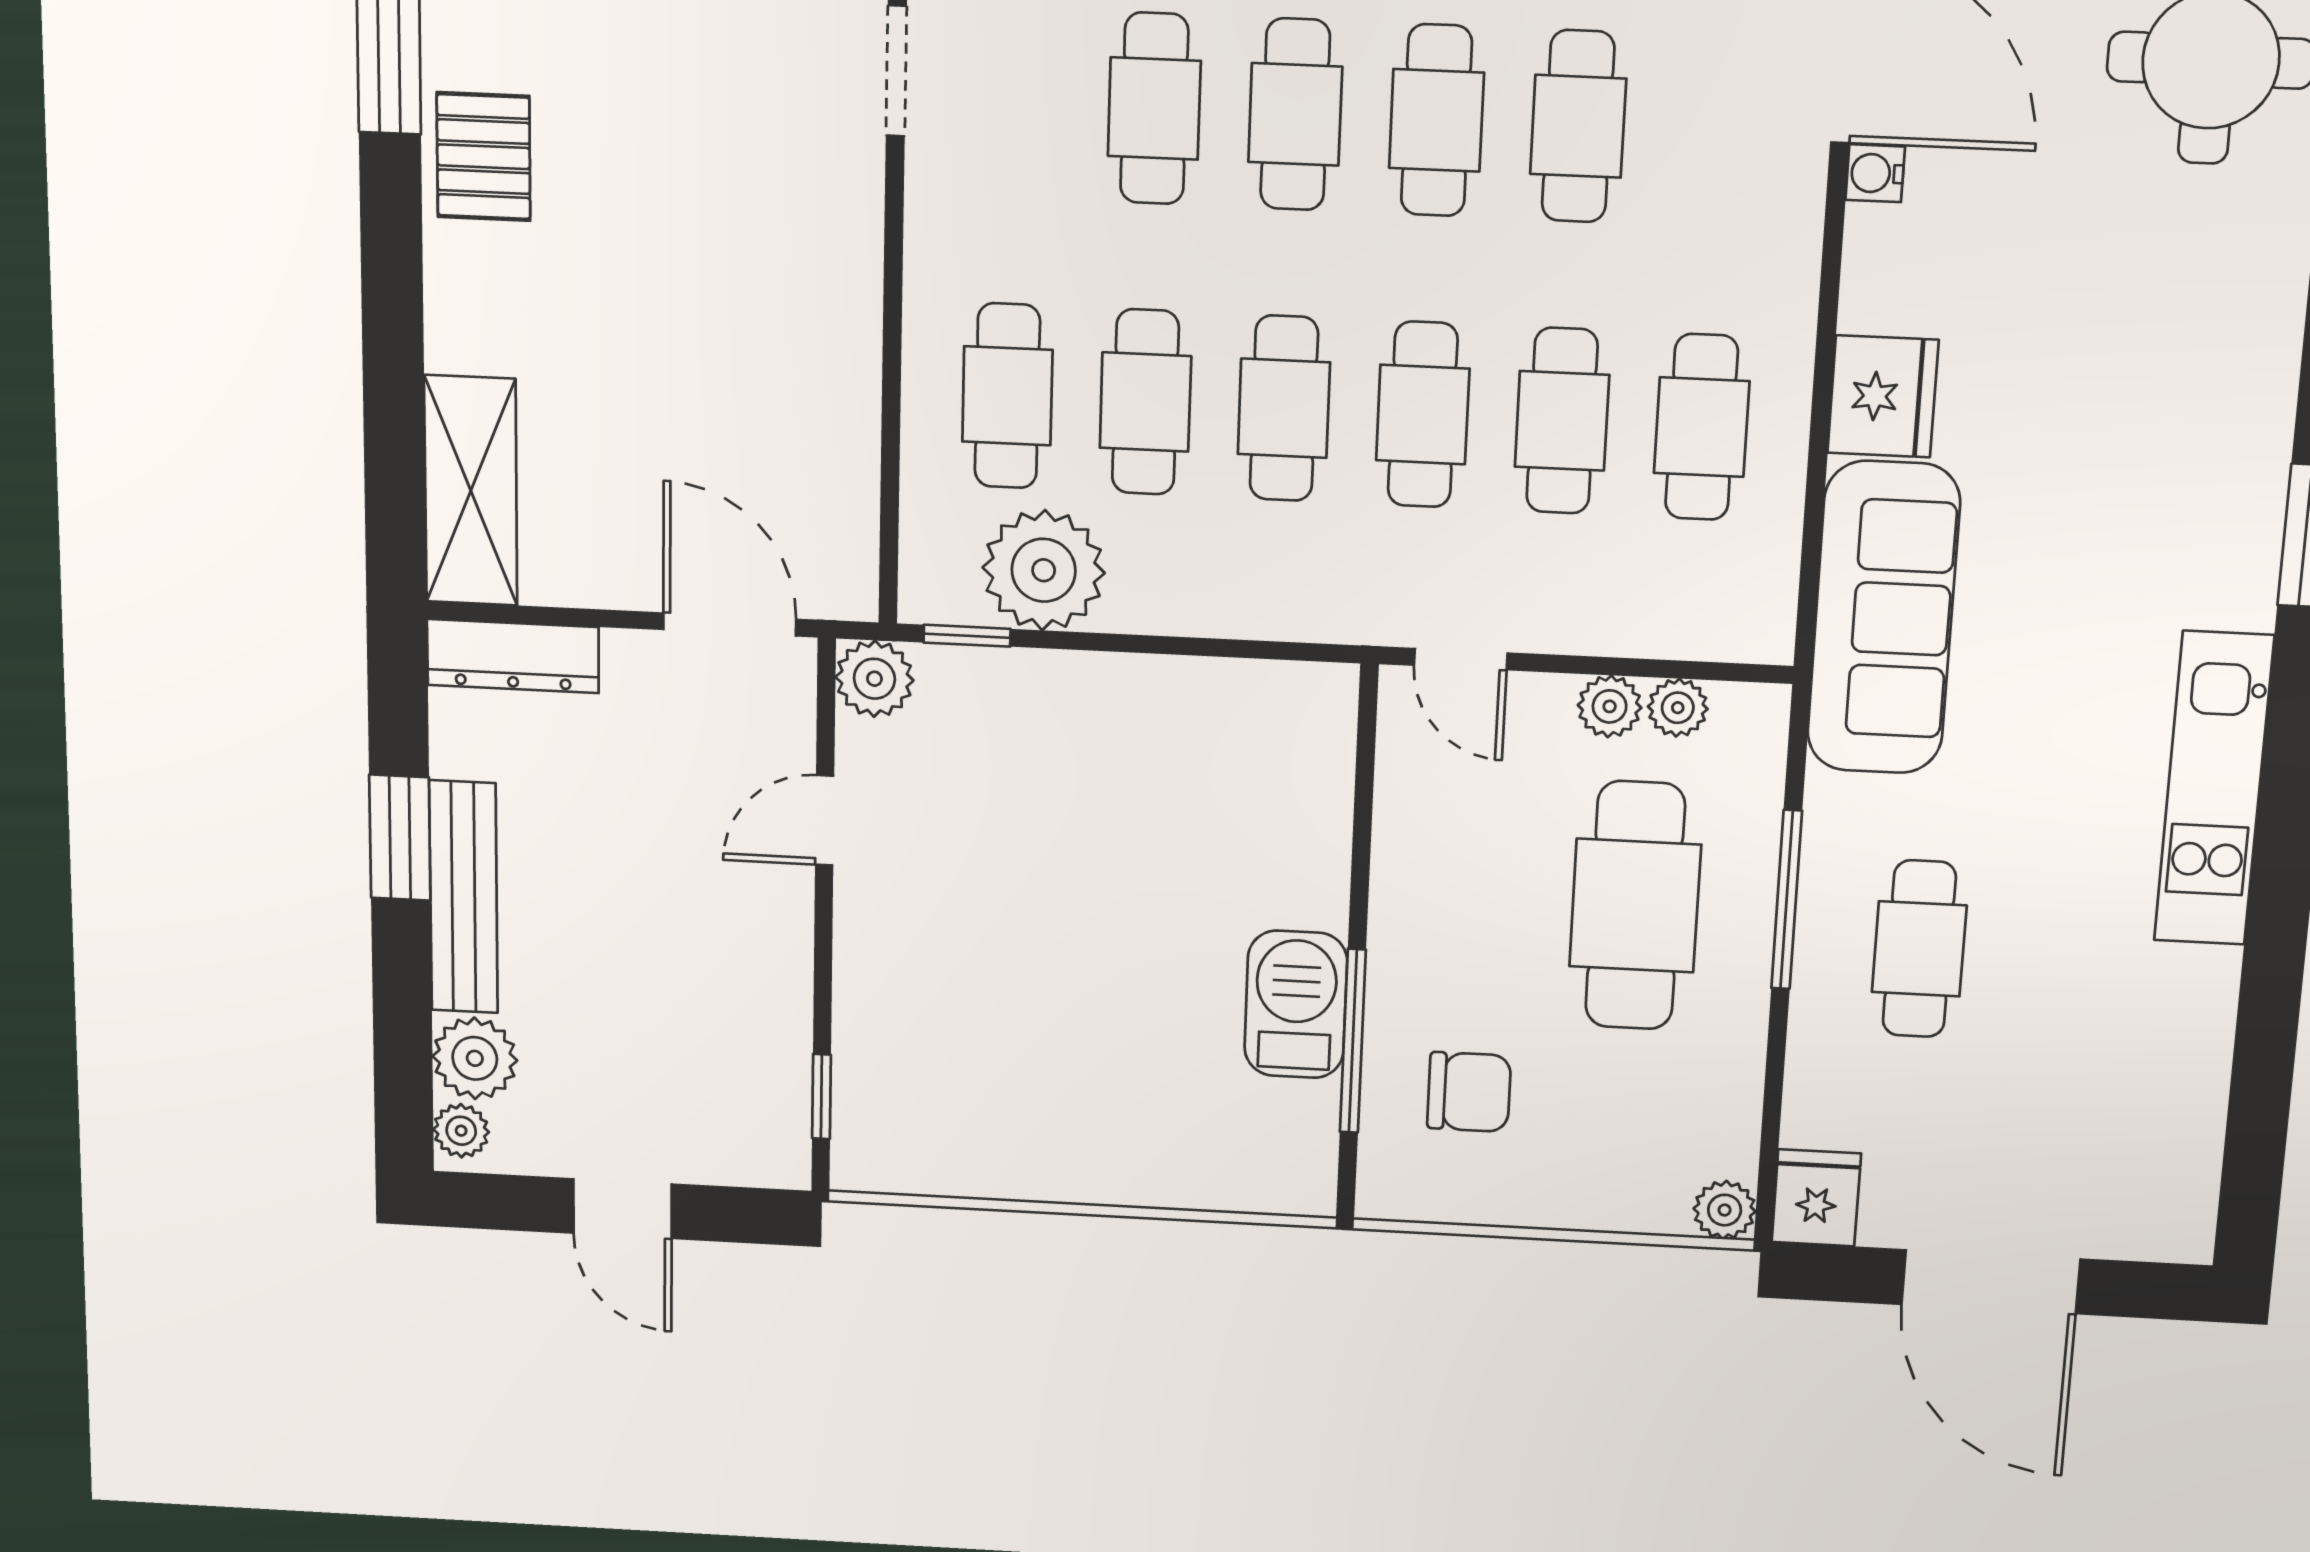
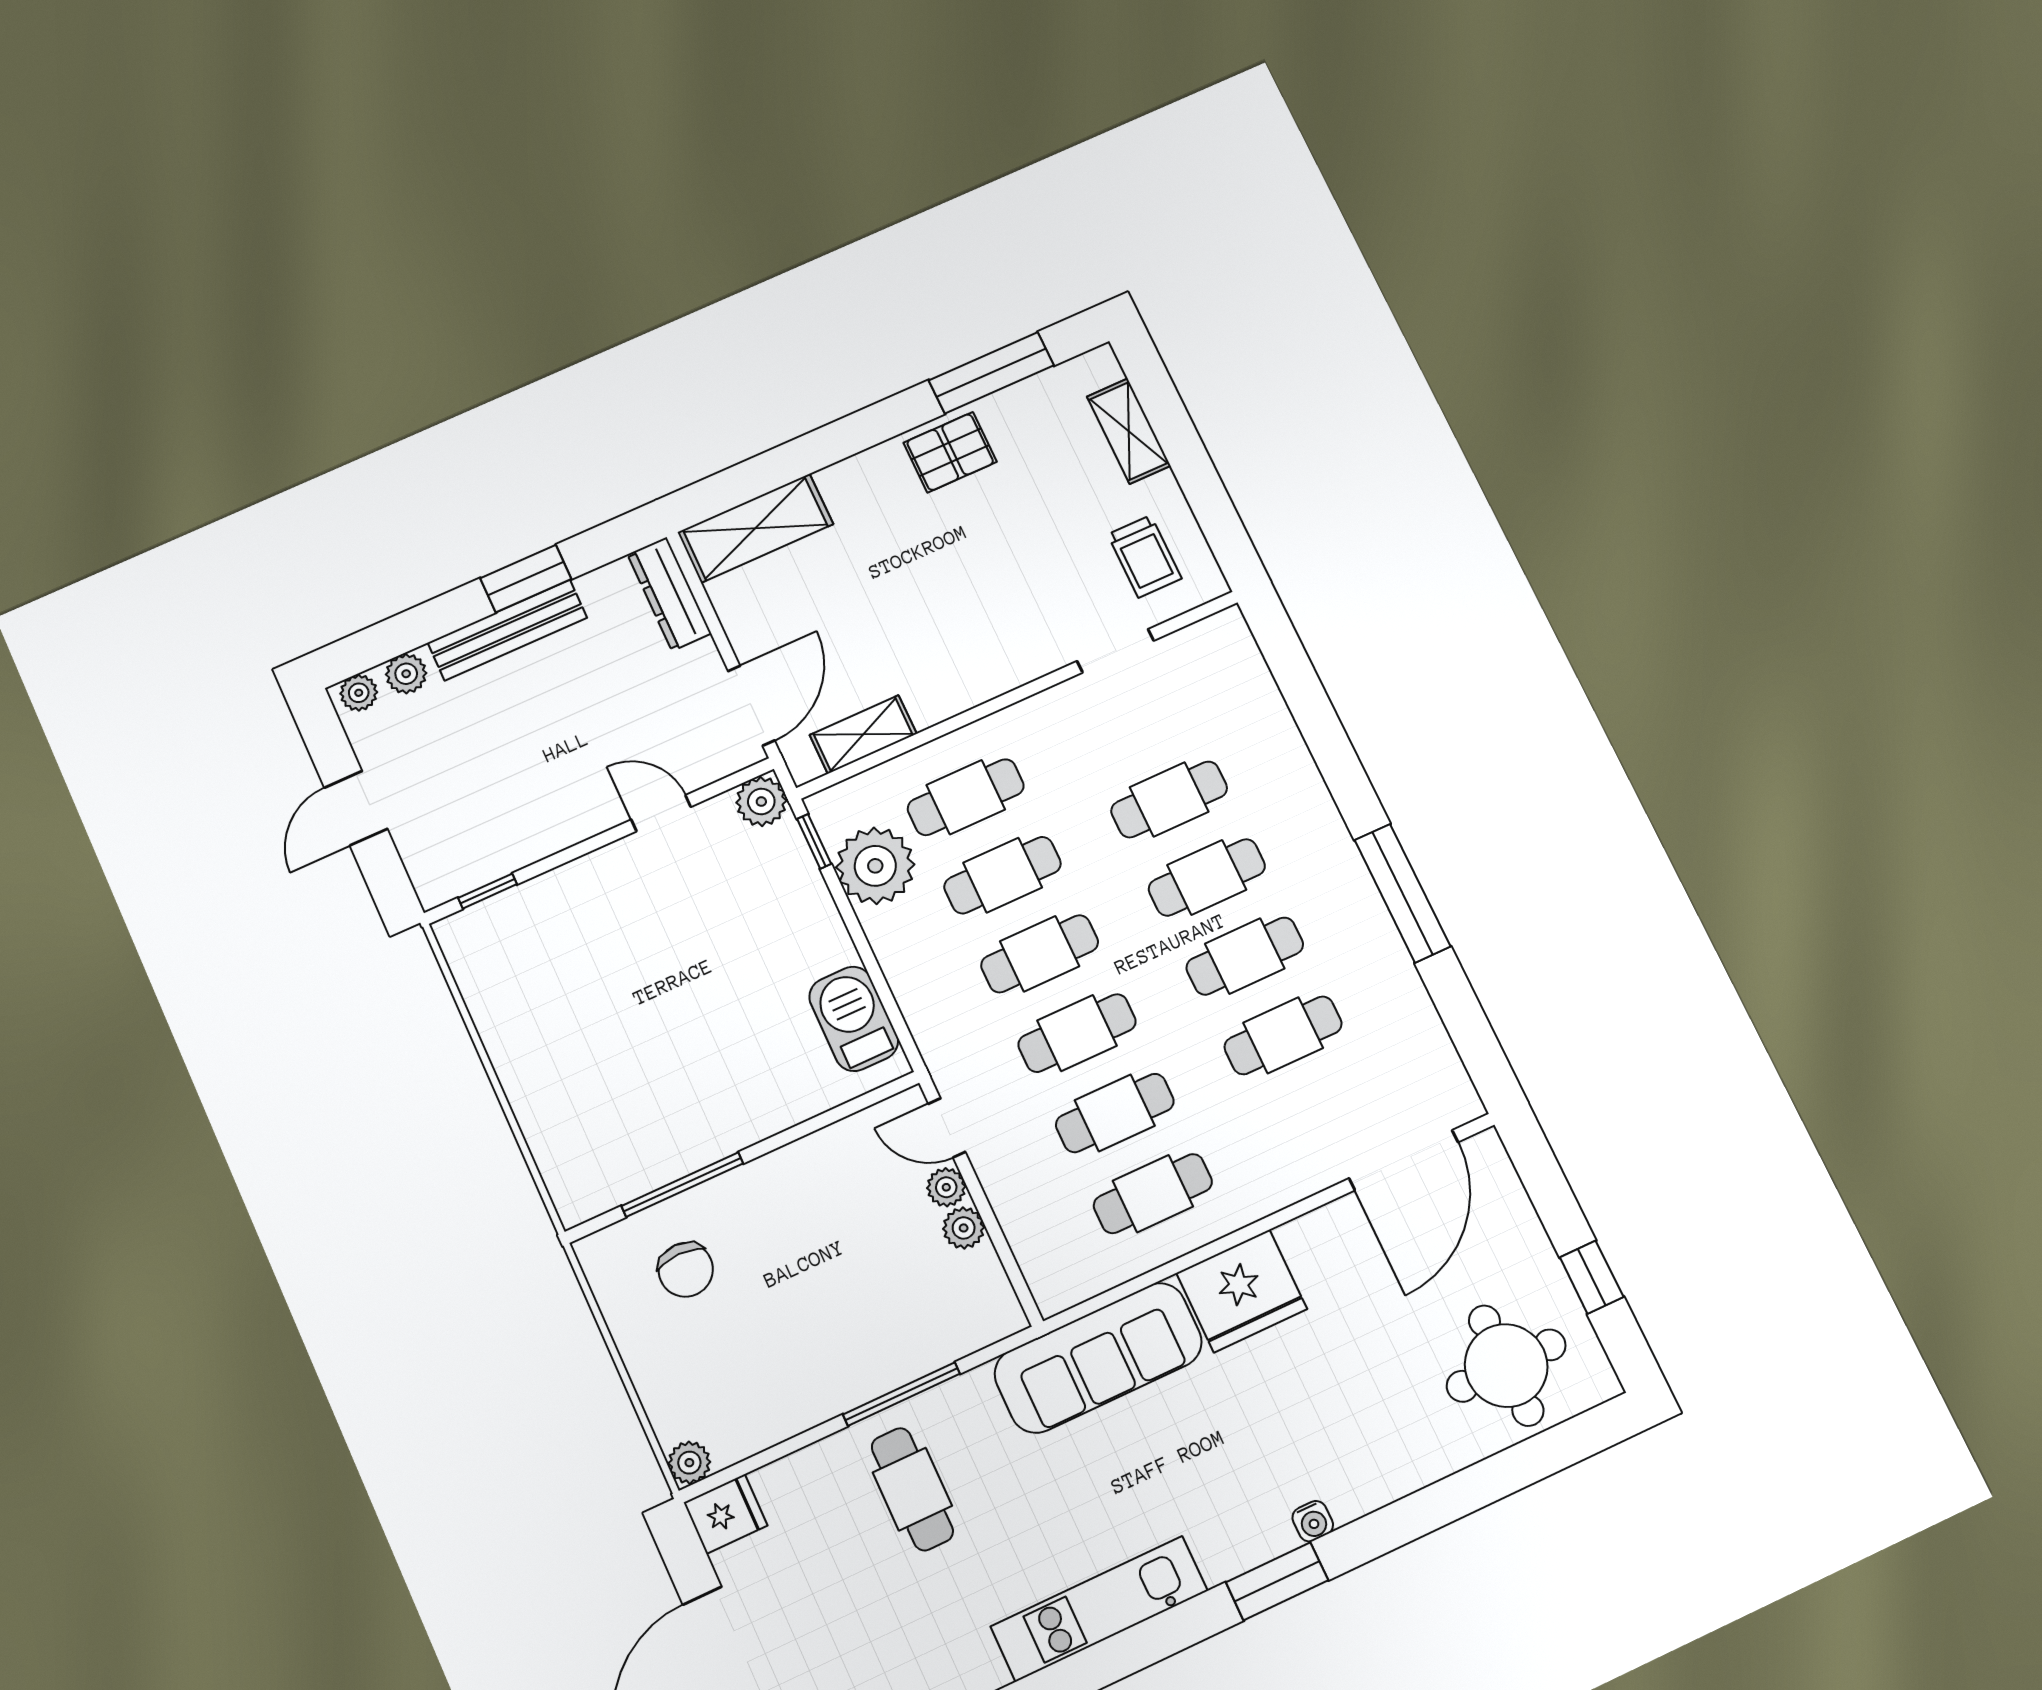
water cooler: (1875, 173) -> (1313, 1521), moved, turned 180
fridge: (1883, 396) -> (1242, 1291), width x1.36, depth x1.34
shelving: (846, 492) -> (863, 734), added
door: (1461, 659) -> (947, 1128), hinge flipped
plant: (1678, 708) -> (946, 1187), moved
cafe table: (1635, 906) -> (852, 1307), removed
cafe table: (1919, 949) -> (912, 1489), turned 90
barbecue: (1296, 1004) -> (854, 1019), moved, turned -90
plant: (475, 1058) -> (406, 674), width x0.73, depth x0.73

